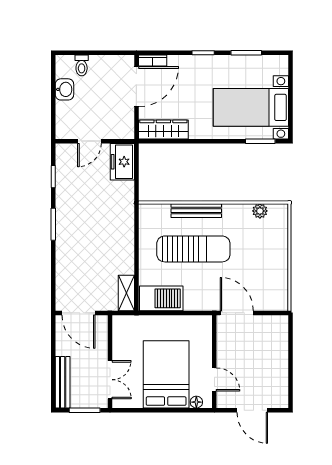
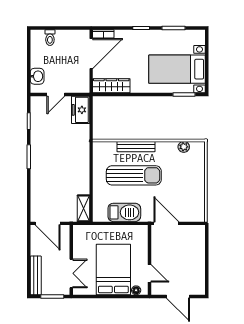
washbasin: (64, 89) -> (37, 76), moved
barbecue: (161, 298) -> (124, 212), moved

